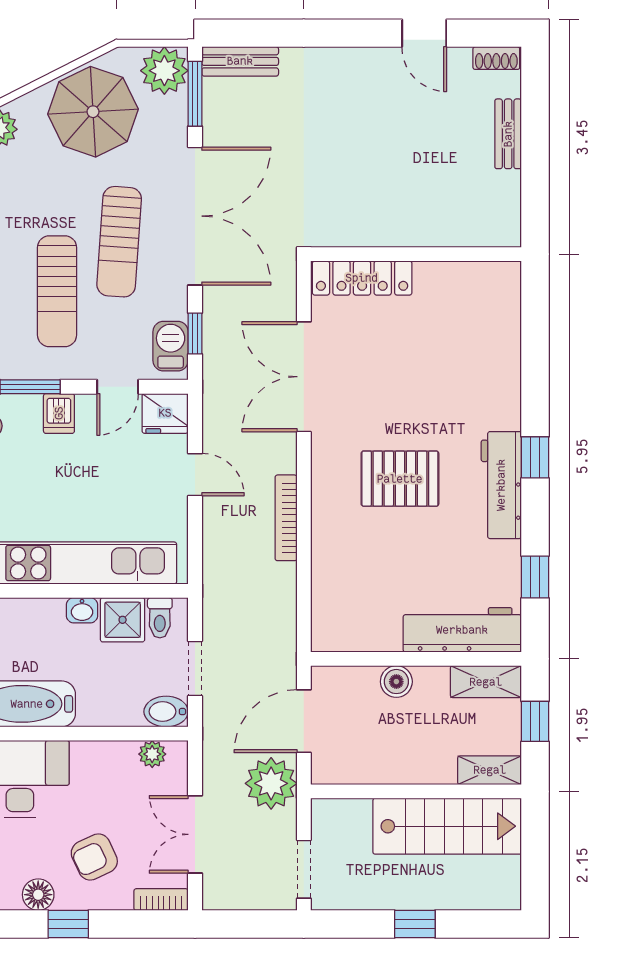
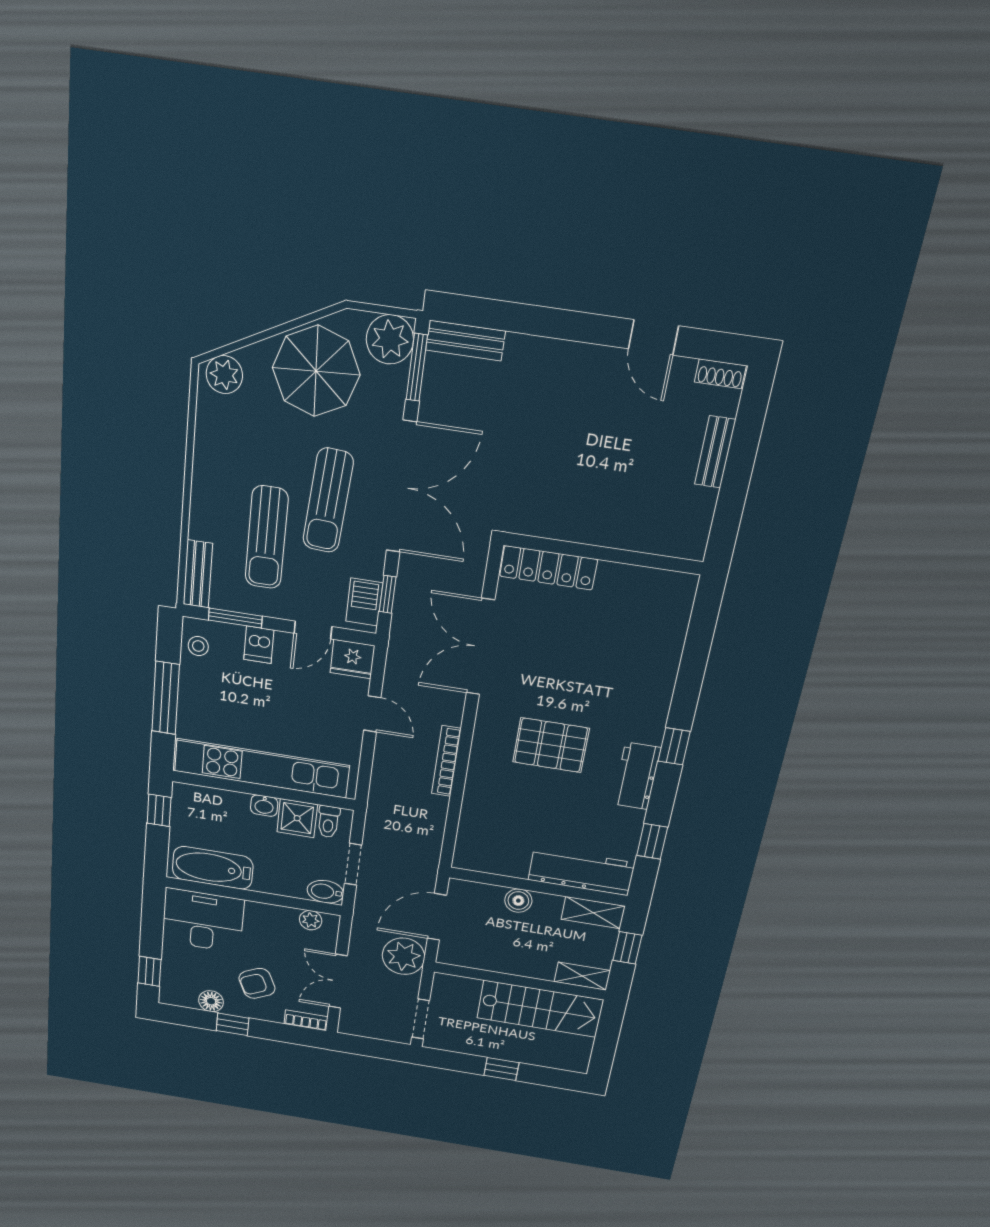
workbench: (501, 485) -> (637, 776), width x0.73

